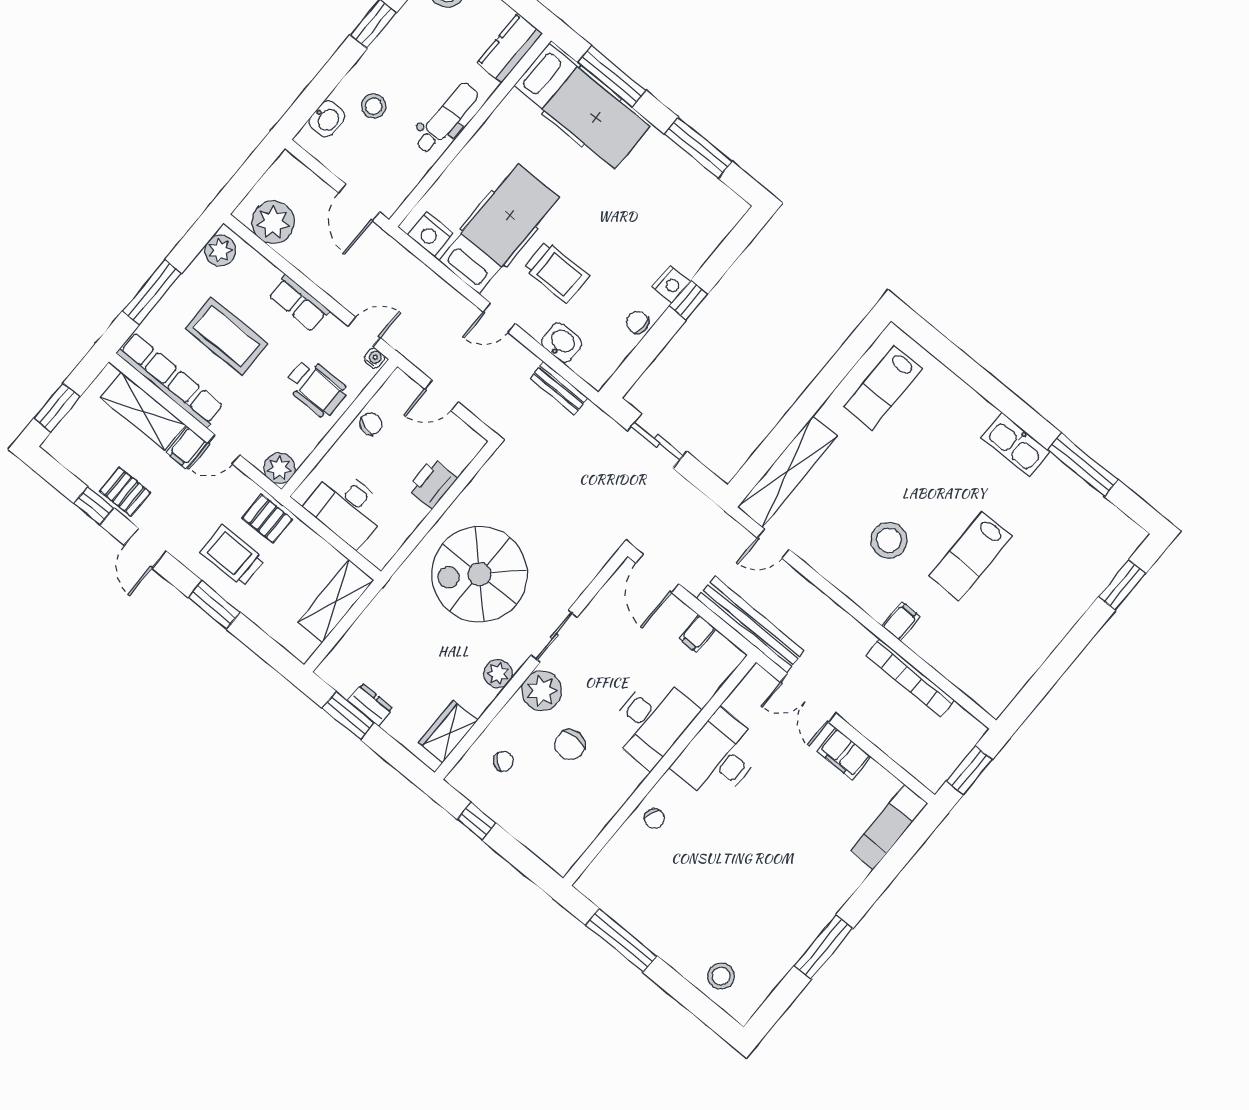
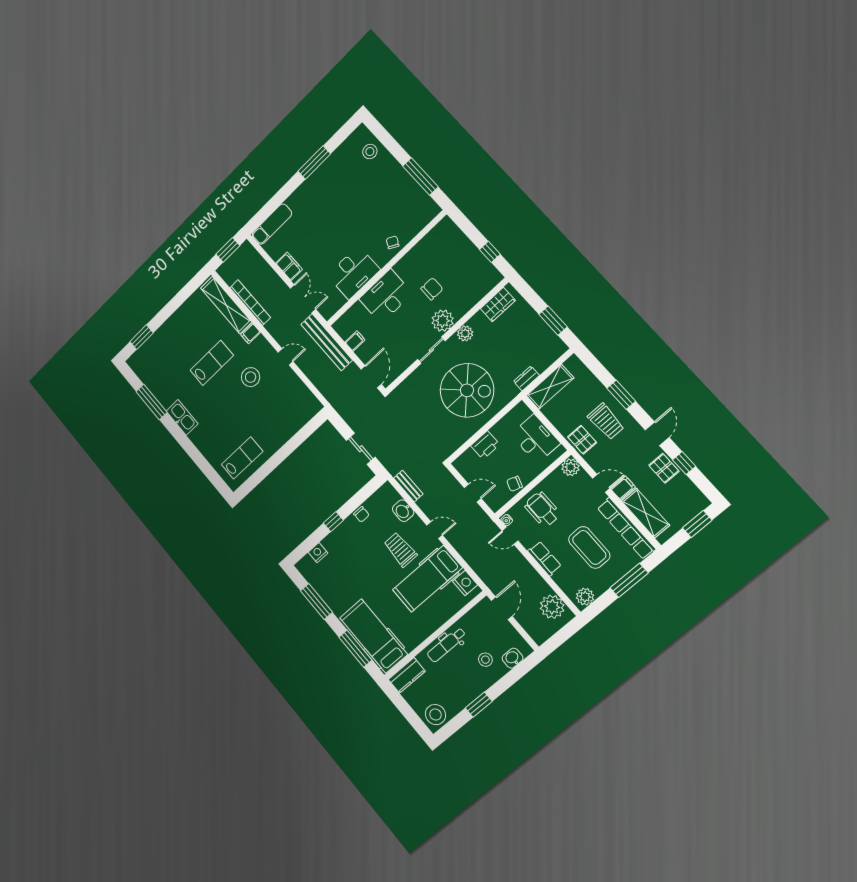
nightstand: (671, 284) -> (318, 553), moved
shelving: (787, 472) -> (226, 305), moved, turned 90
door: (773, 544) -> (286, 357), moved
dresser: (370, 705) -> (526, 378), moved, turned 90
chair: (503, 761) -> (470, 284), removed

